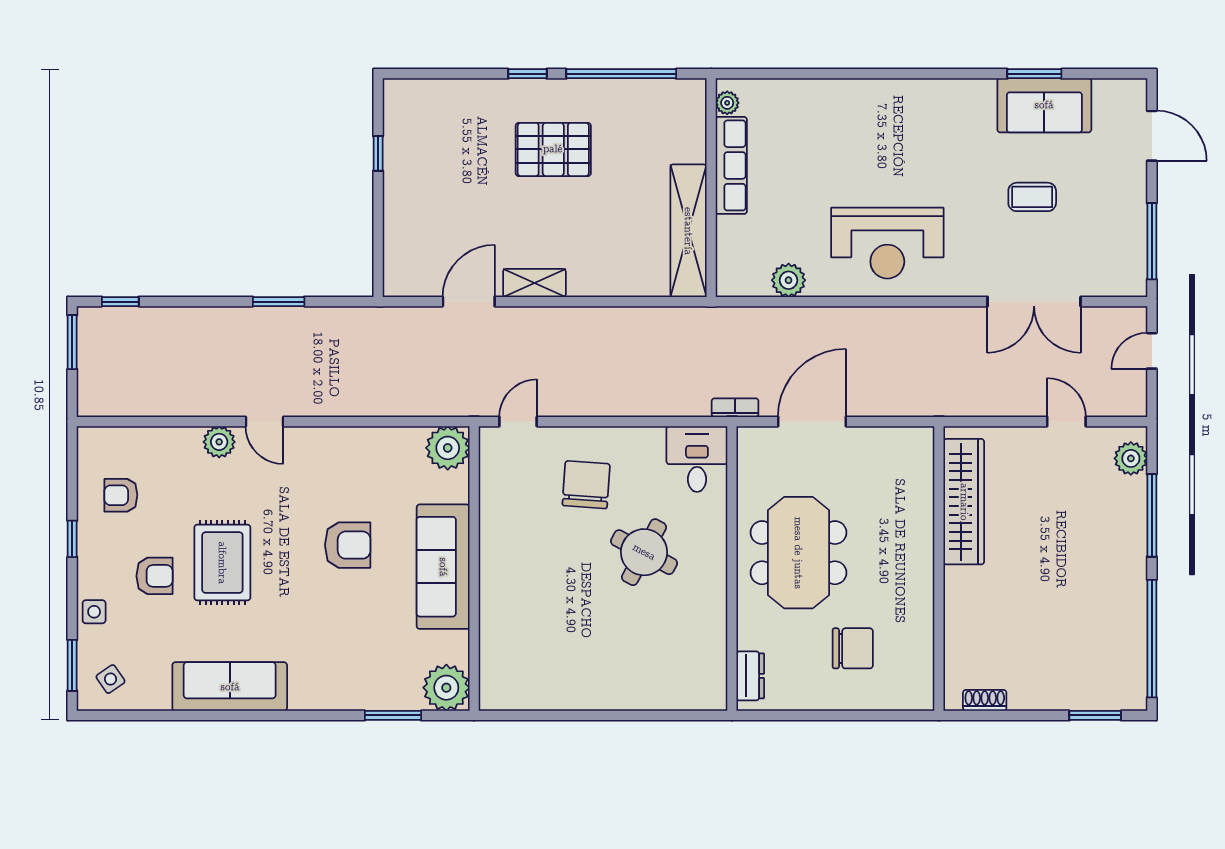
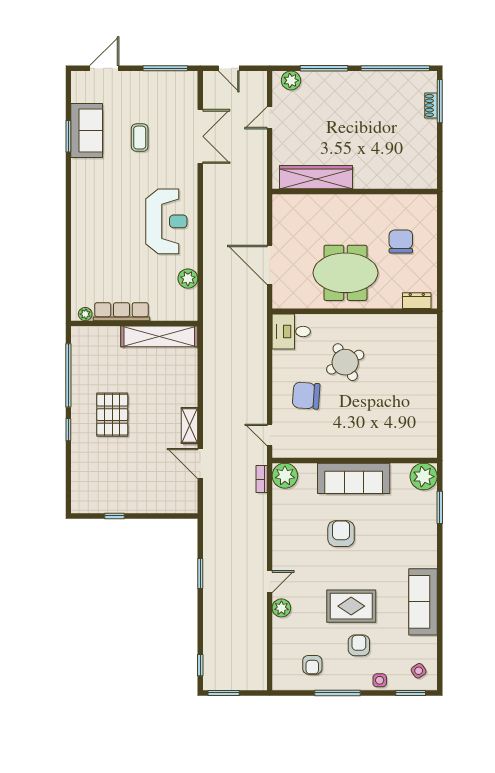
bookcase: (735, 408) -> (262, 479), moved
window: (72, 539) -> (337, 693), width x2.17
round table: (644, 552) -> (345, 362), turned 34
shoe rack: (985, 700) -> (431, 105), moved
window: (1095, 715) -> (440, 101), width x1.44

